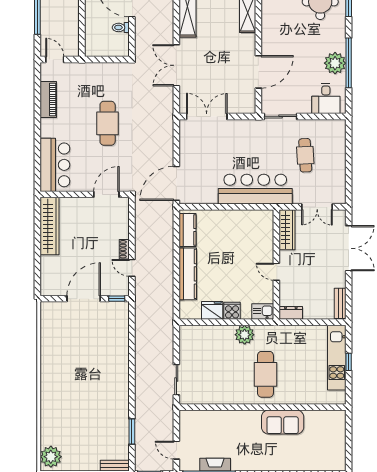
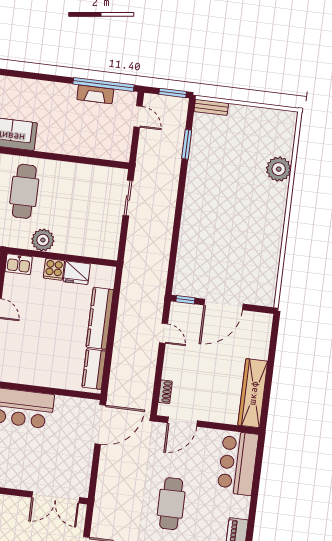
shoe rack: (124, 249) -> (165, 392), moved
plant: (51, 457) -> (279, 169), moved

